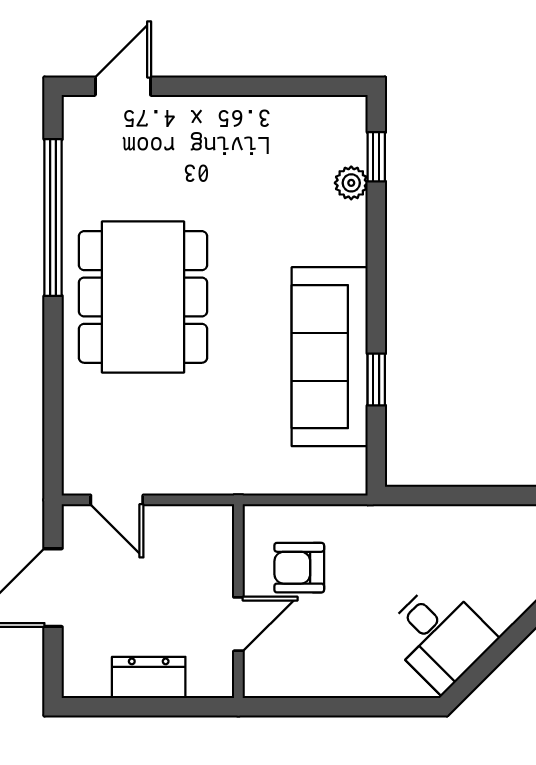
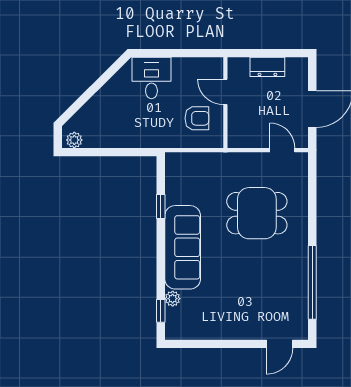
dining table: (143, 297) -> (257, 213), moved, width x0.73
sofa: (330, 357) -> (183, 247), moved
door: (238, 624) -> (225, 92), hinge flipped
desk: (439, 636) -> (151, 78), moved, turned 45

